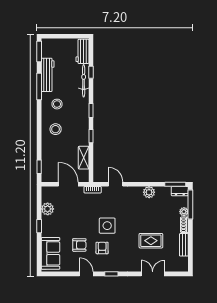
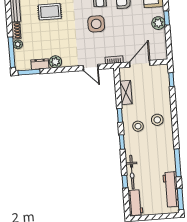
workbench: (48, 75) -> (171, 189), moved
stool: (57, 104) -> (138, 126), moved
door: (68, 184) -> (140, 64), swing flipped
dresser: (180, 191) -> (40, 64), moved
plant: (48, 209) -> (158, 23), moved

